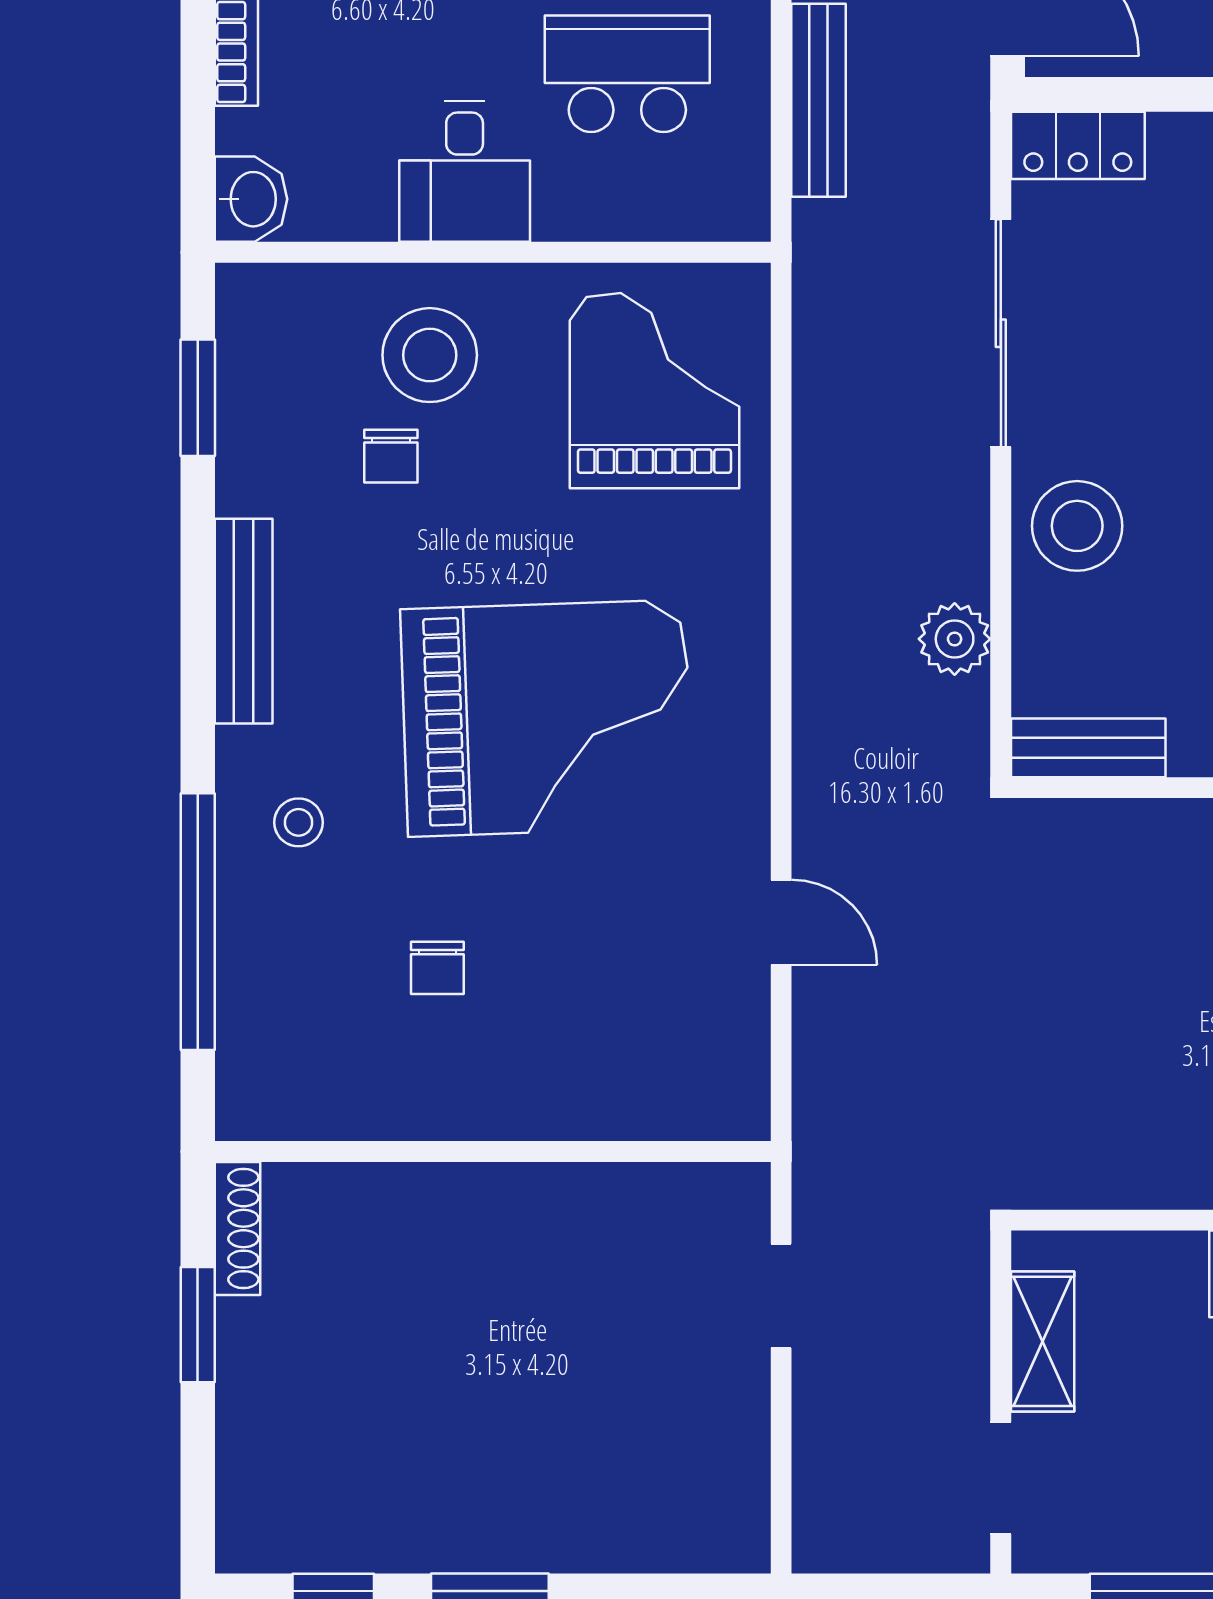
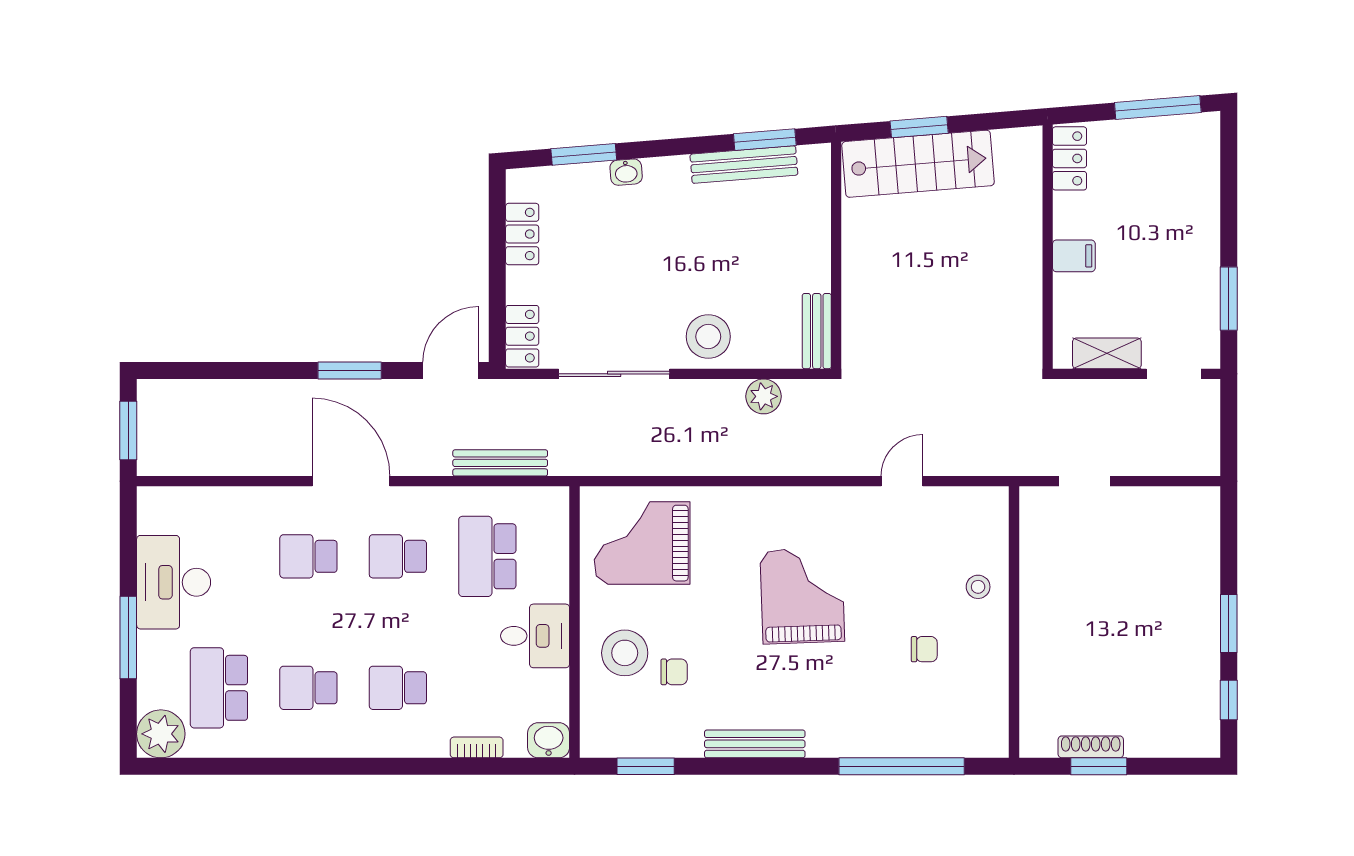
grand piano: (547, 718) -> (802, 596), width x0.73, depth x0.68
stool: (298, 822) -> (978, 587), moved
shoe rack: (238, 1228) -> (1091, 747), moved

